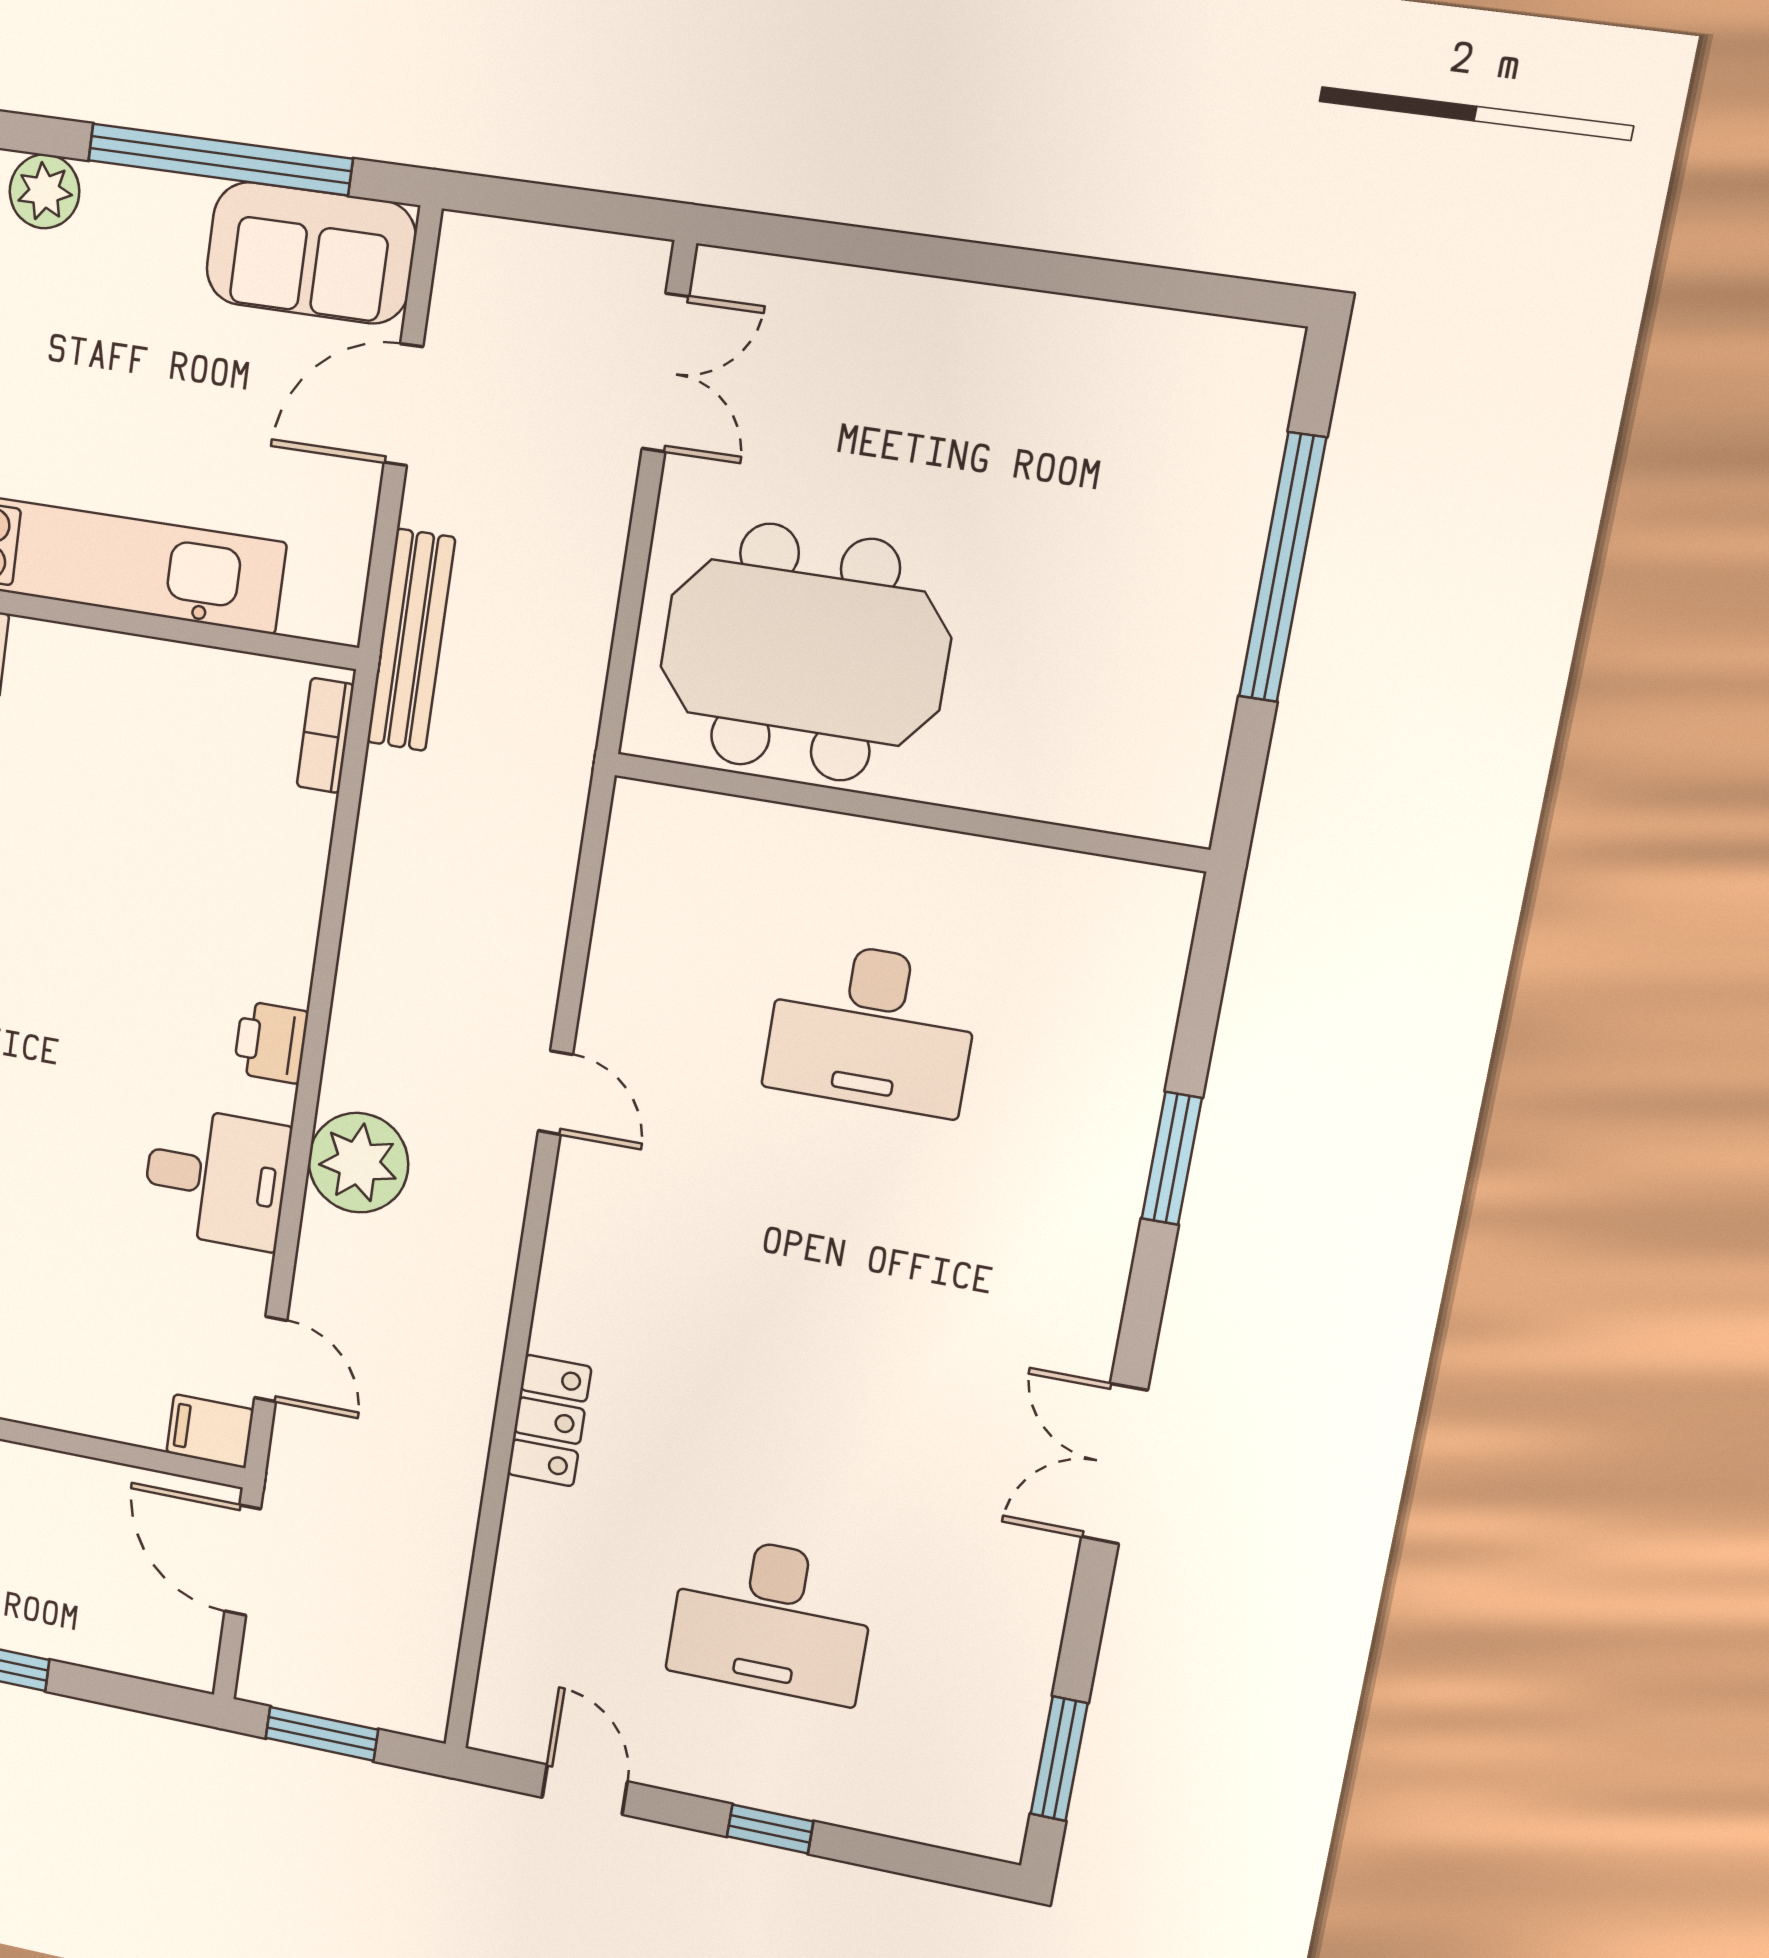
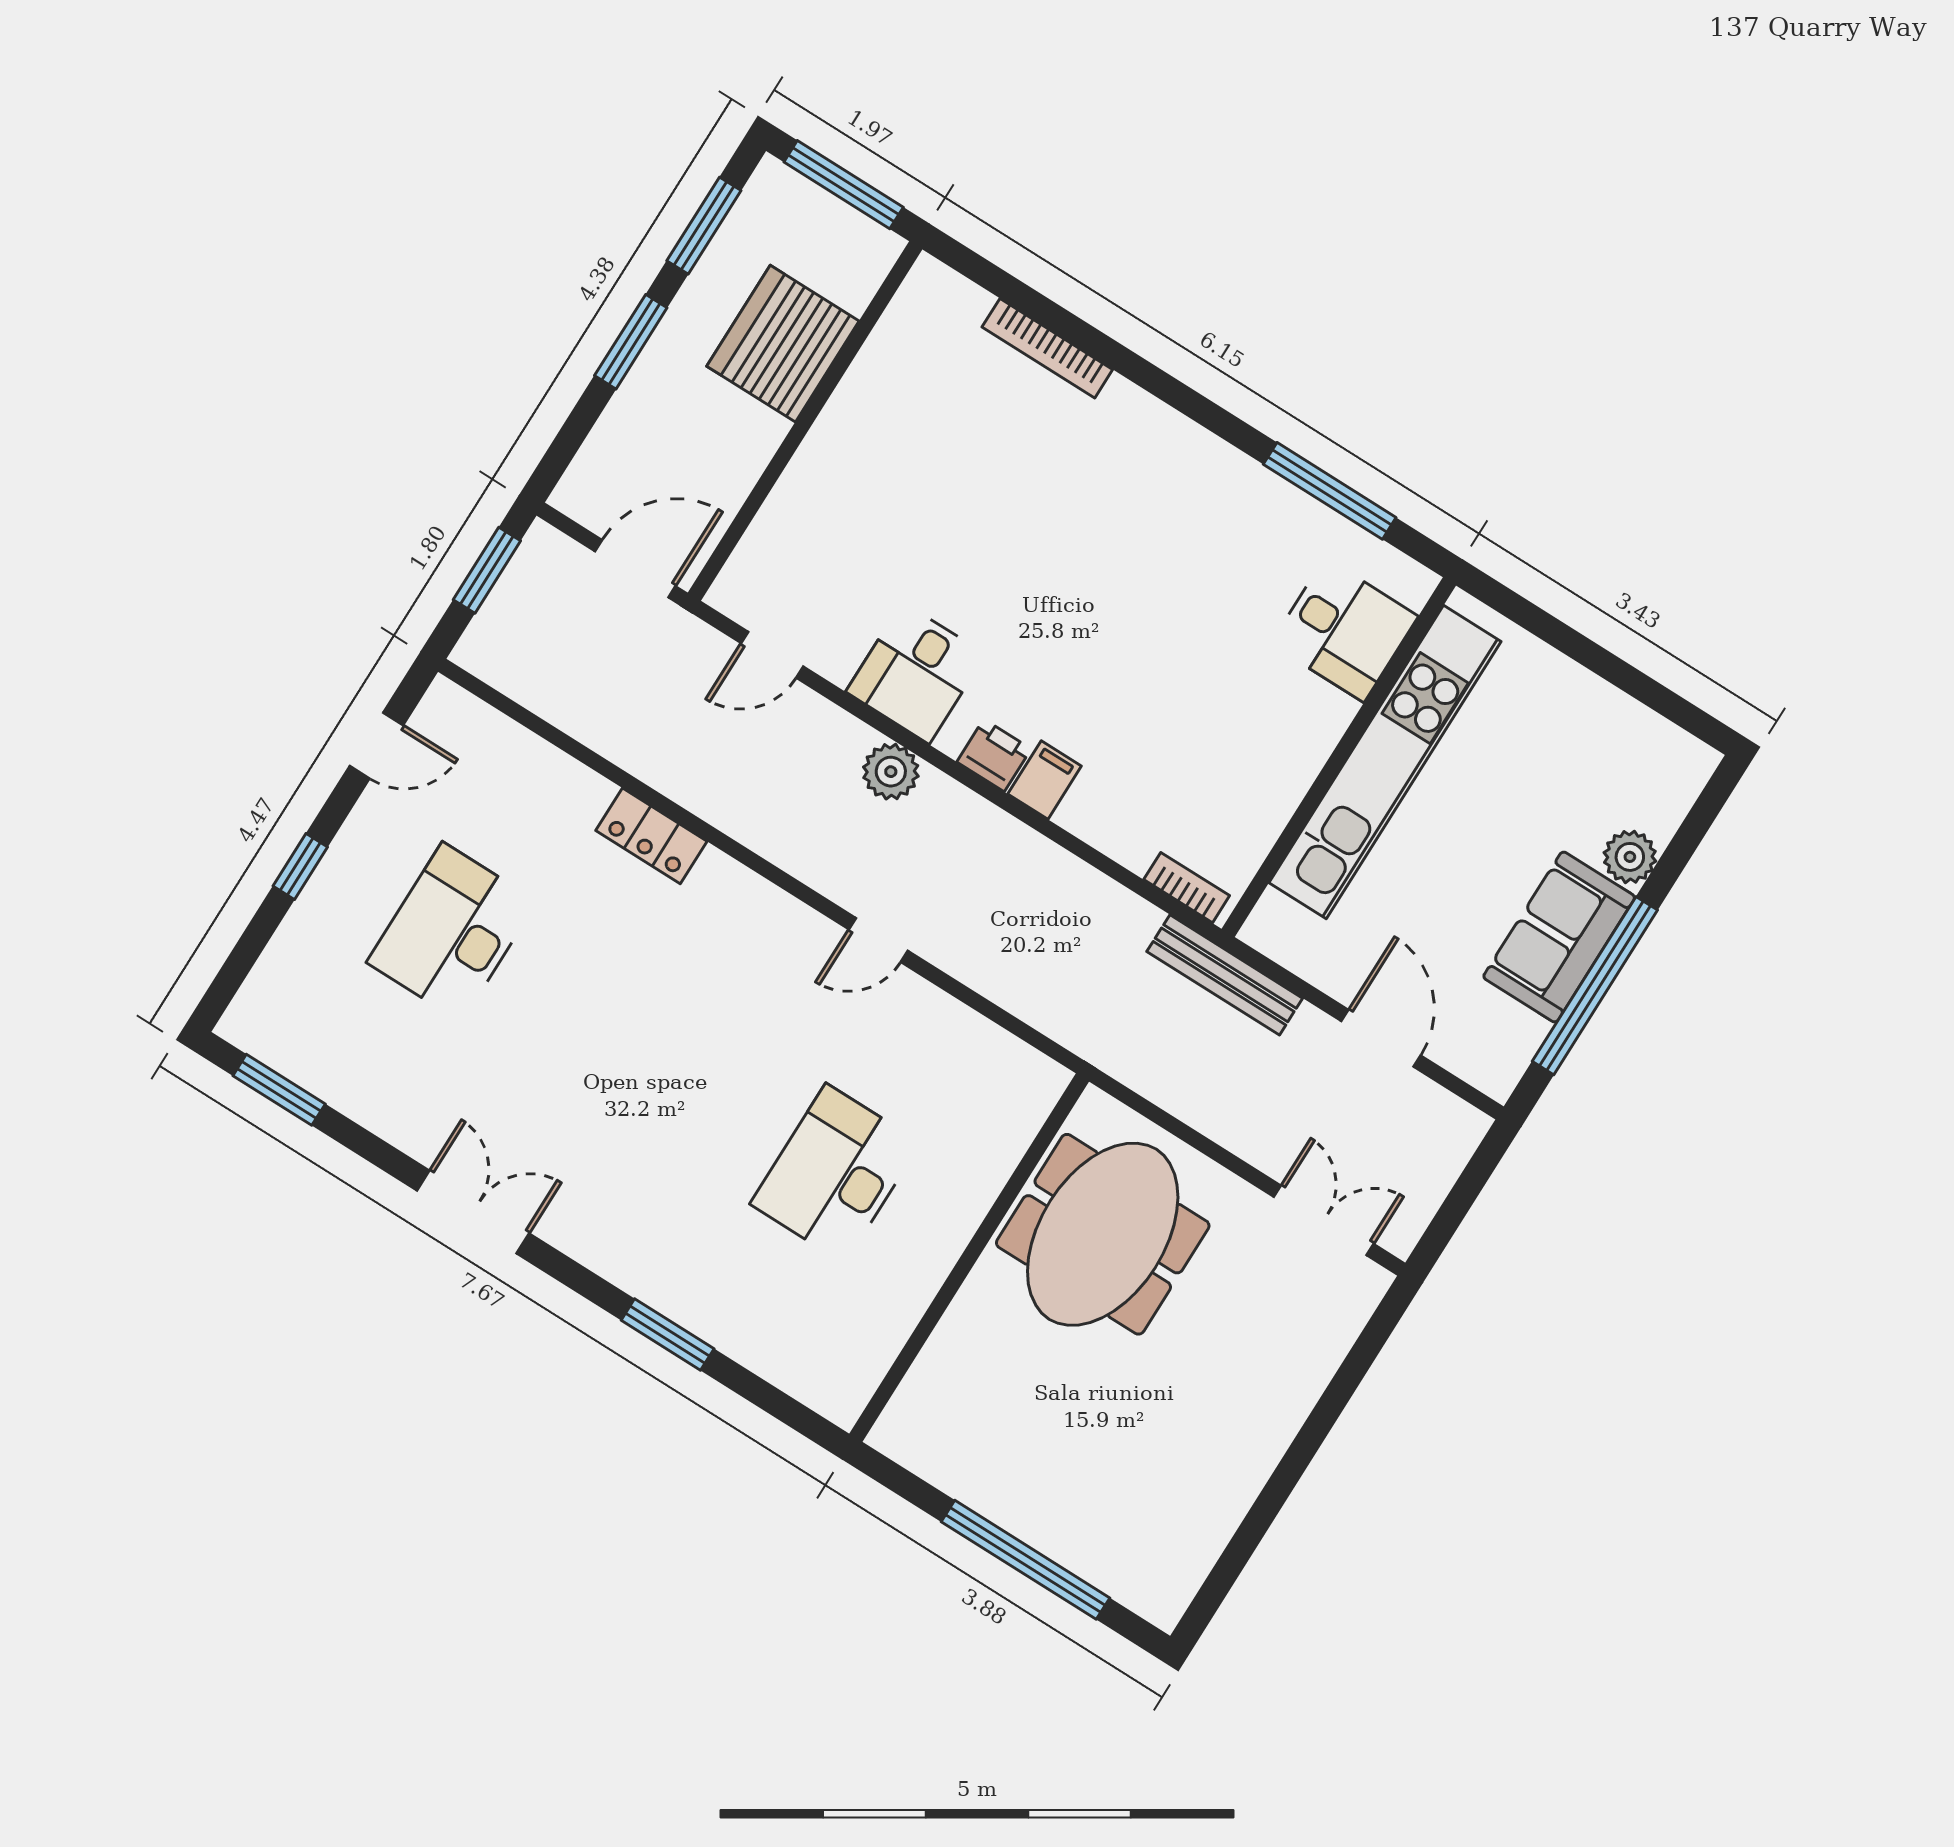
sofa: (311, 253) -> (1559, 937), moved
double door: (665, 373) -> (1324, 1220), swing flipped
plant: (358, 1163) -> (891, 772), width x0.73, depth x0.73
filing cabinet: (210, 1431) -> (1045, 780), moved

